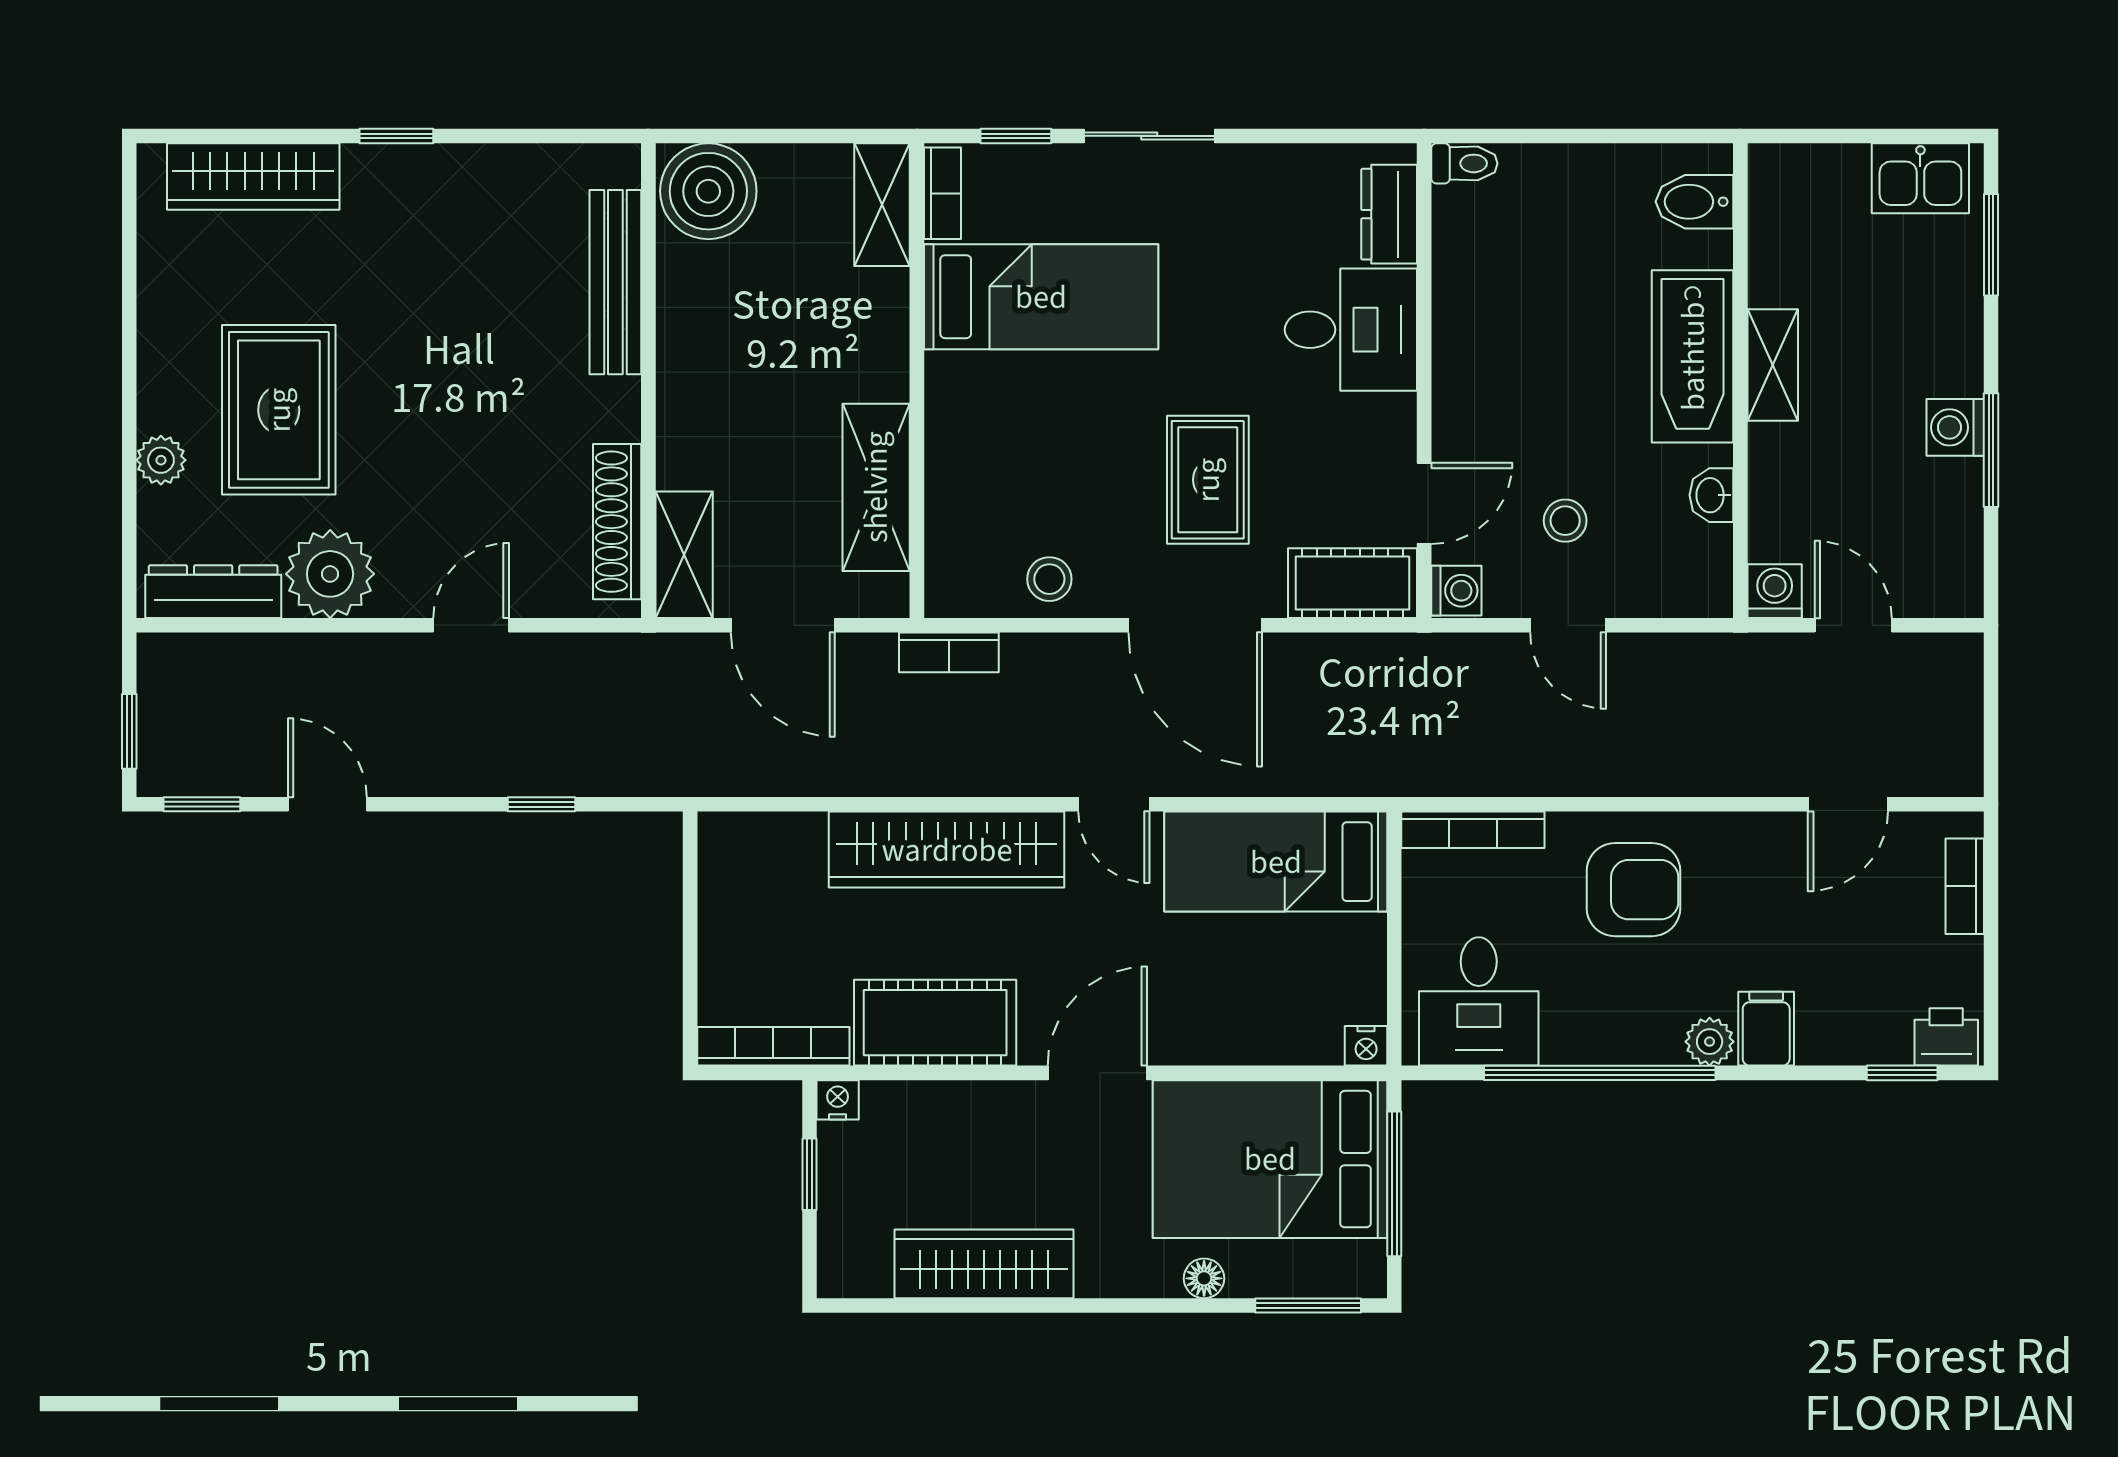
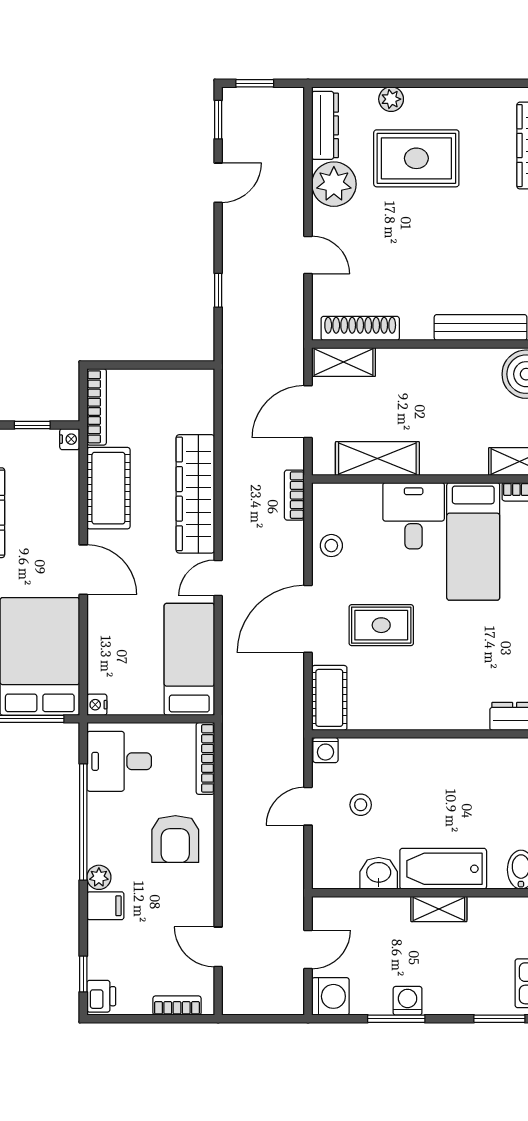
desk: (1351, 330) -> (414, 516), moved, turned 180
washbasin: (1711, 495) -> (379, 873), width x1.38, depth x1.45
door: (1424, 503) -> (369, 734), removed
washing machine: (1775, 591) -> (330, 996), moved, width x1.38, depth x1.38

